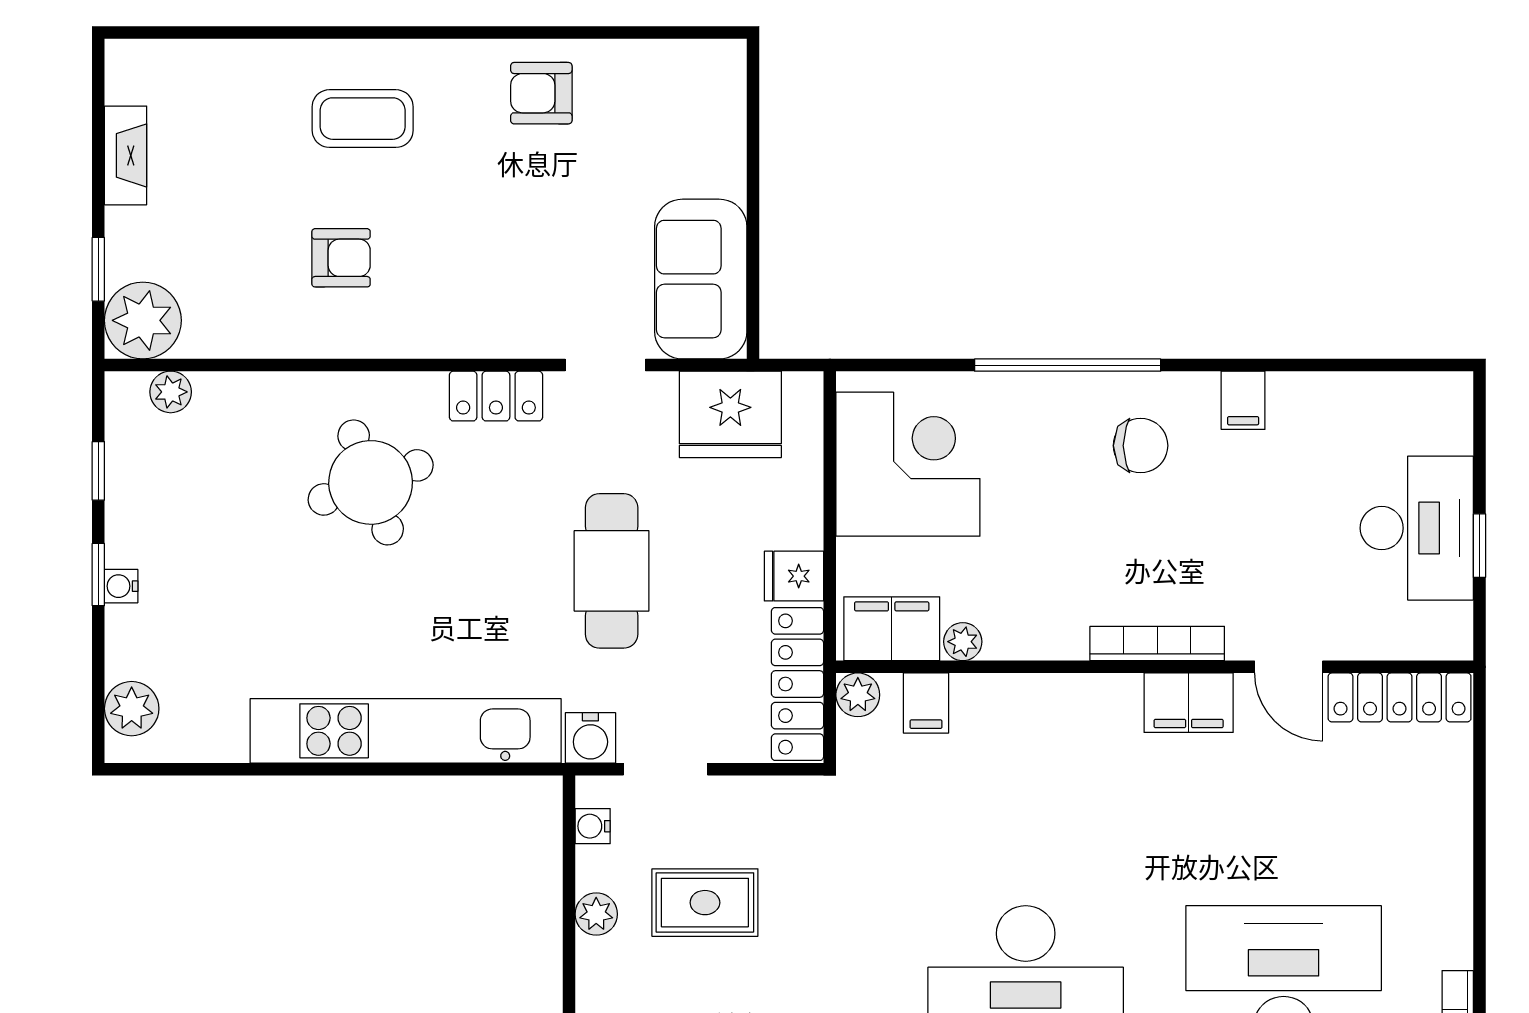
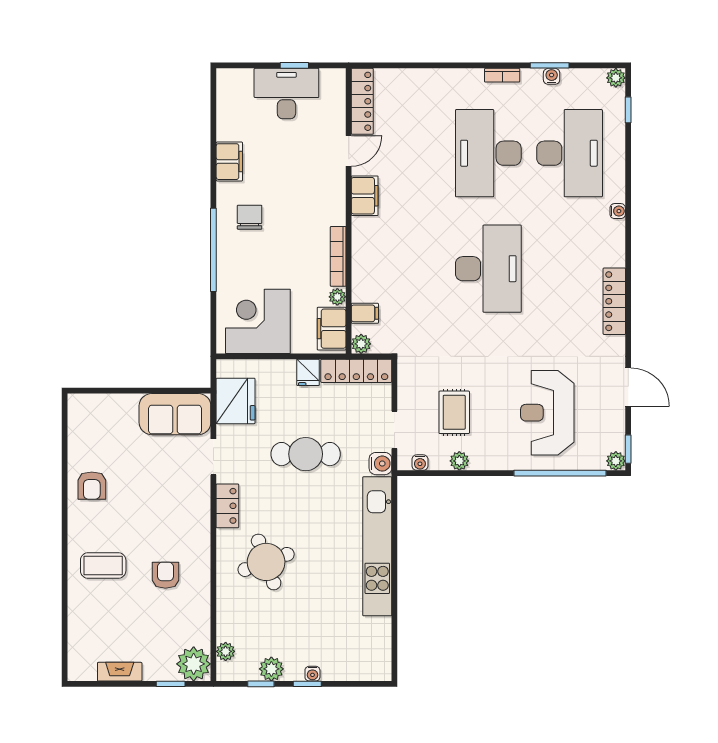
coffee table: (363, 119) -> (103, 566), turned 90
filing cabinet: (1243, 400) -> (229, 162), width x2.00
bookcase: (1157, 643) -> (338, 256), moved
plant: (132, 709) -> (271, 669), moved

